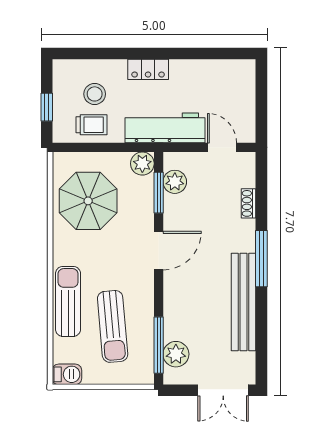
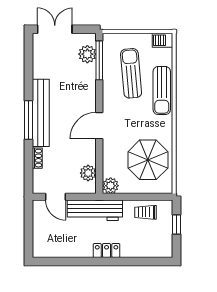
stool: (95, 94) -> (143, 234), removed
window: (159, 193) -> (99, 166), removed
bench: (244, 302) -> (41, 113), moved

